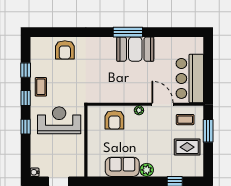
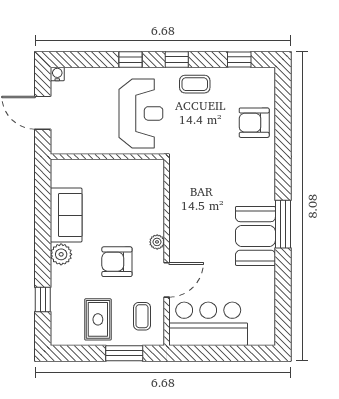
window: (26, 70) -> (239, 59), moved
armchair: (114, 120) -> (117, 262), moved

